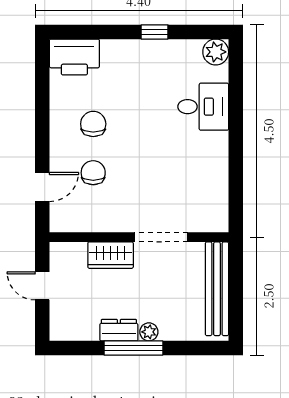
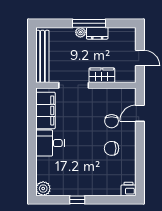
printer: (74, 57) -> (129, 189), width x0.53, depth x0.68
desk: (203, 107) -> (50, 143), moved
chair: (93, 124) -> (112, 148), turned 90
filing cabinet: (212, 192) -> (45, 110), added

